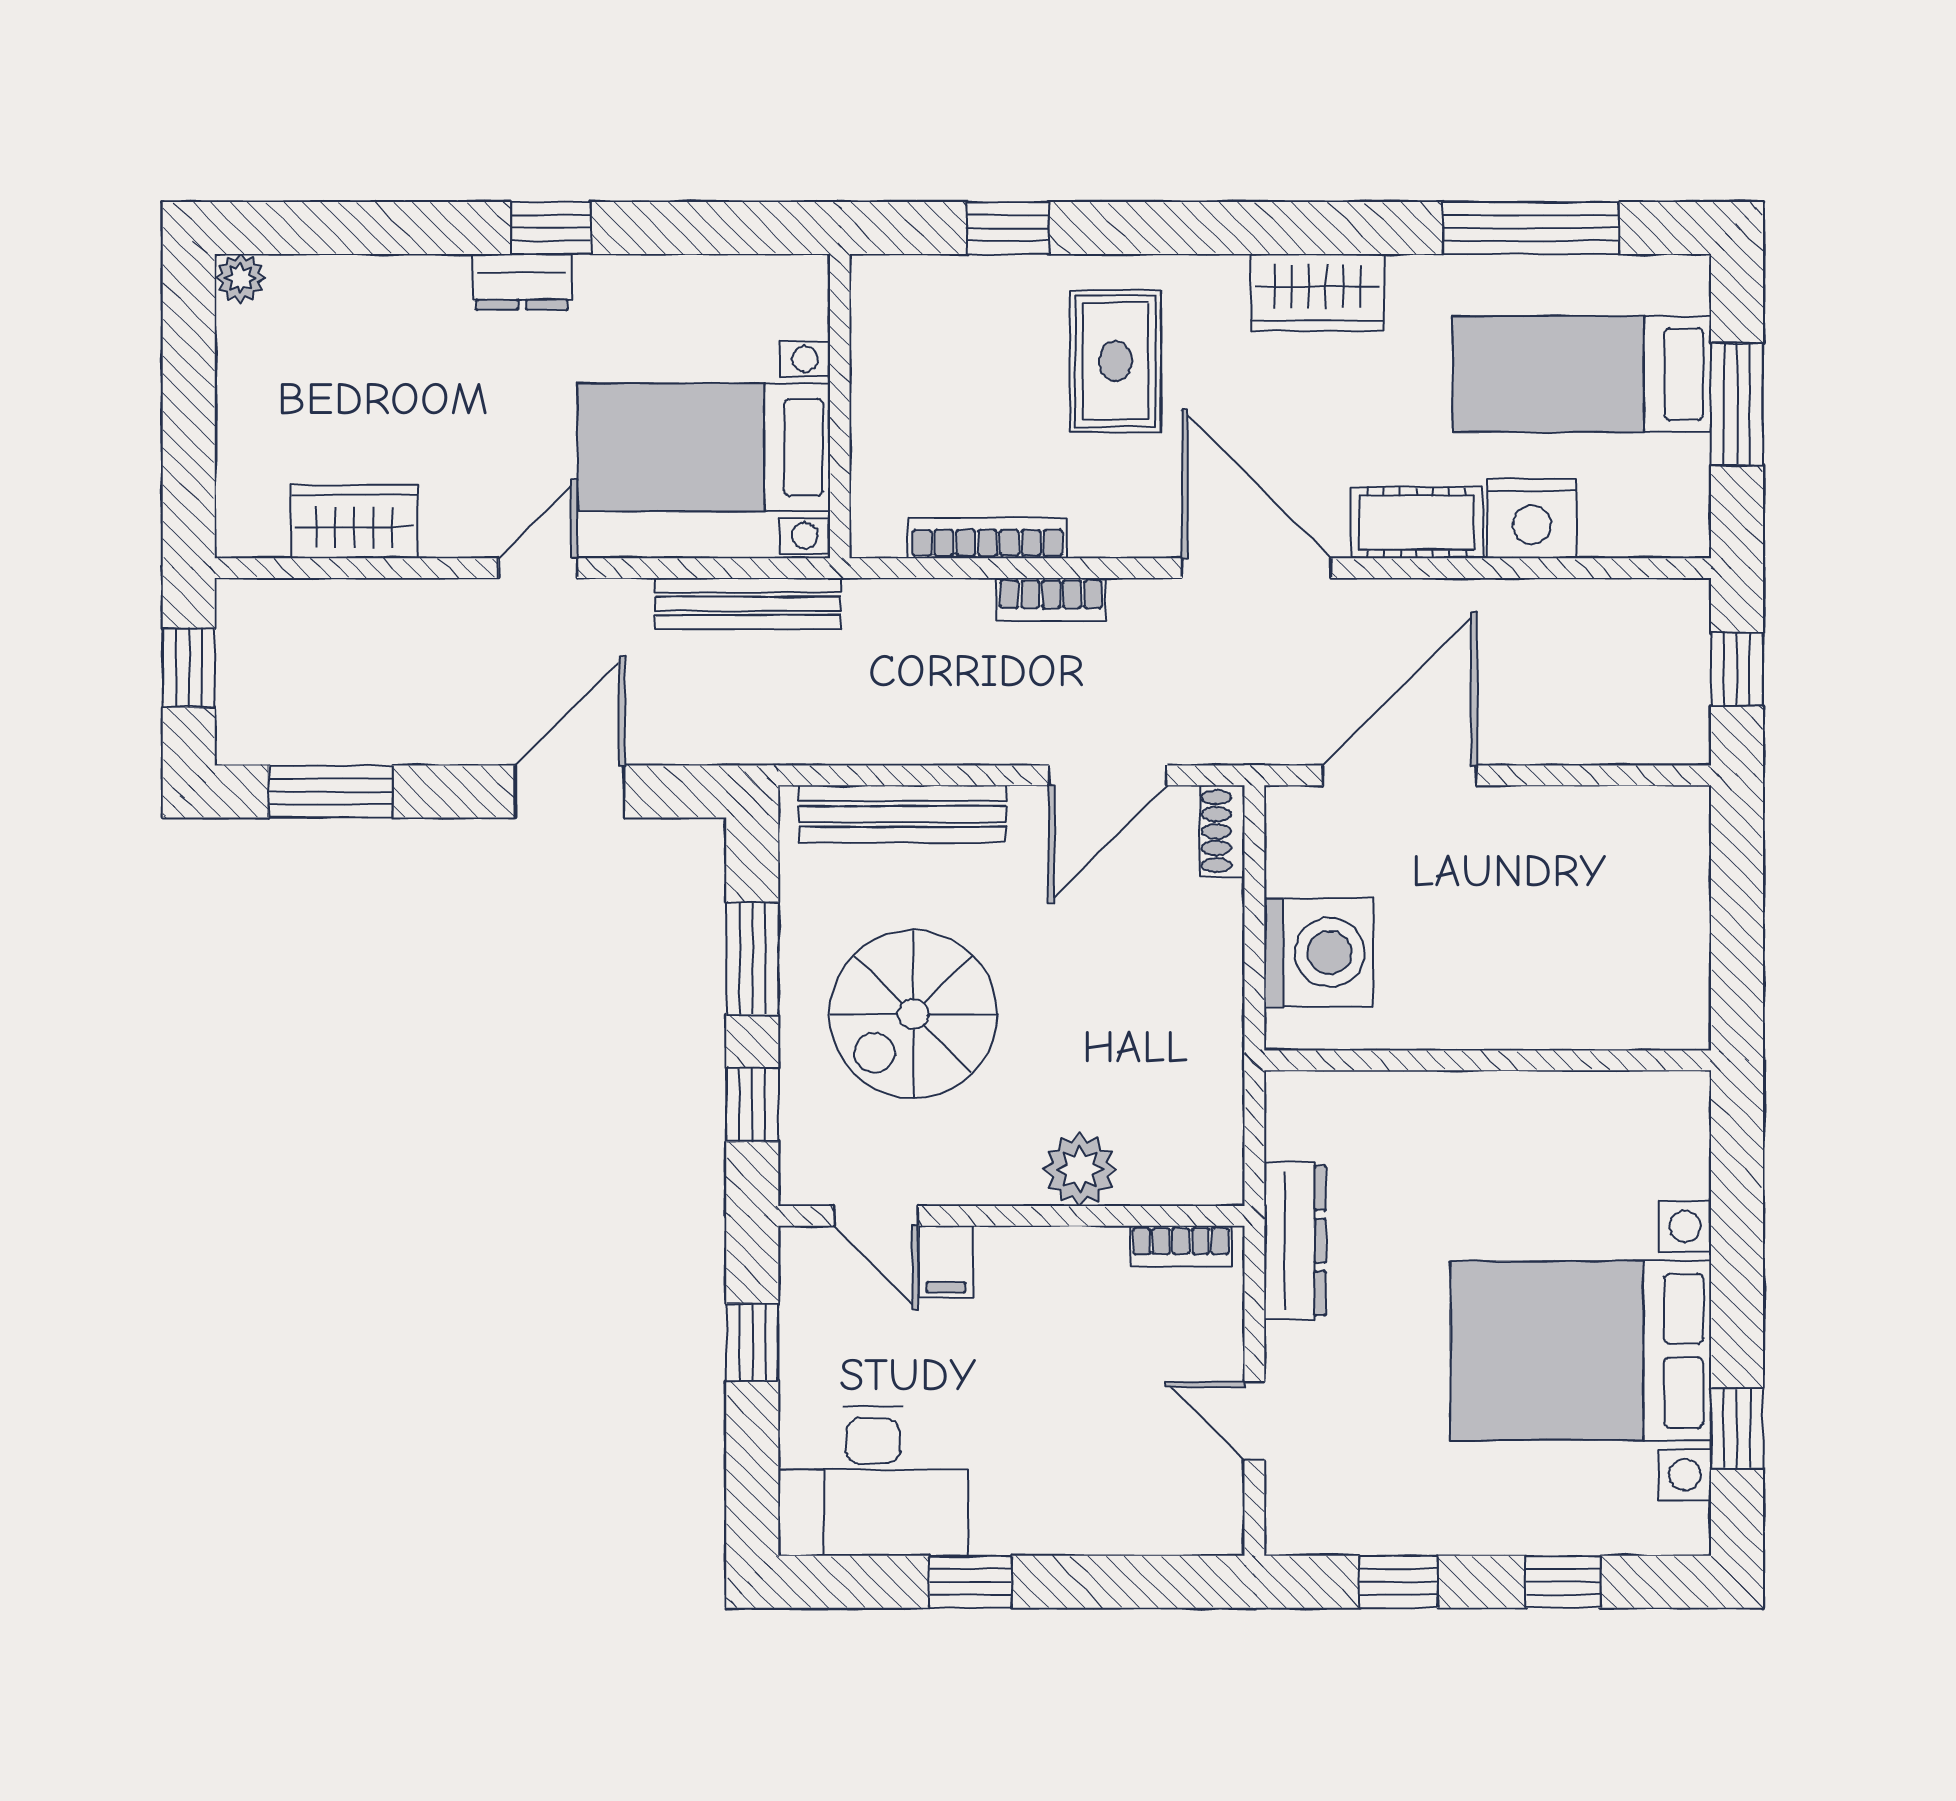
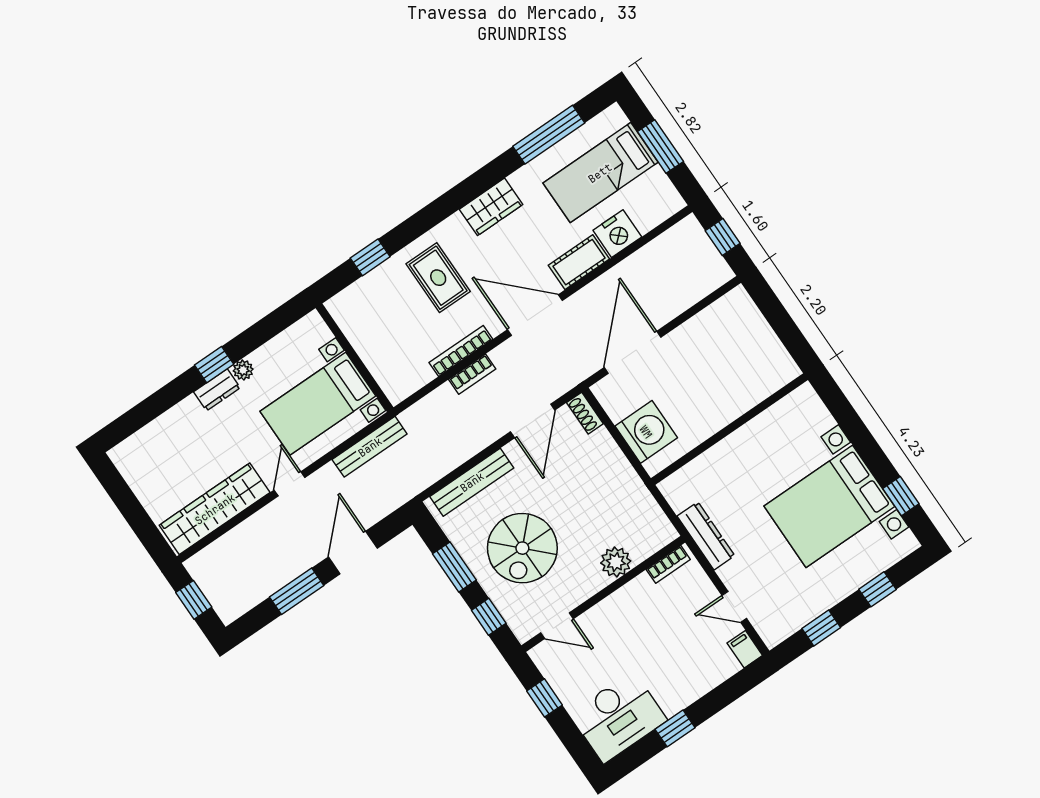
plant: (240, 278) -> (243, 370), moved
wardrobe: (354, 522) -> (215, 509), width x2.10, depth x1.17
bookcase: (987, 538) -> (461, 351), moved
window: (331, 792) -> (297, 591), moved
filing cabinet: (946, 1262) -> (745, 649), moved, turned 180

